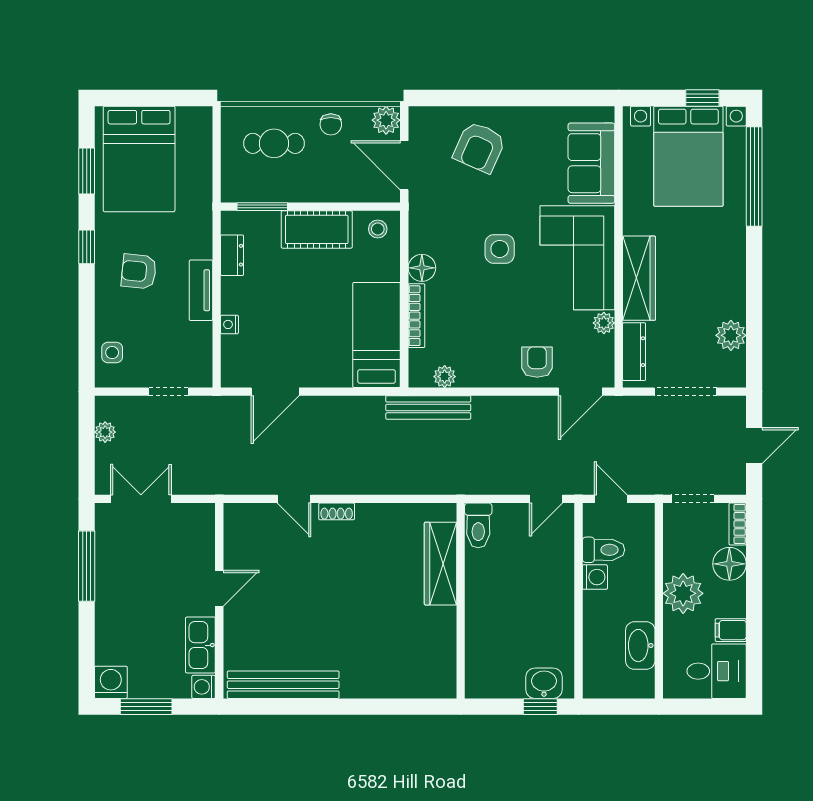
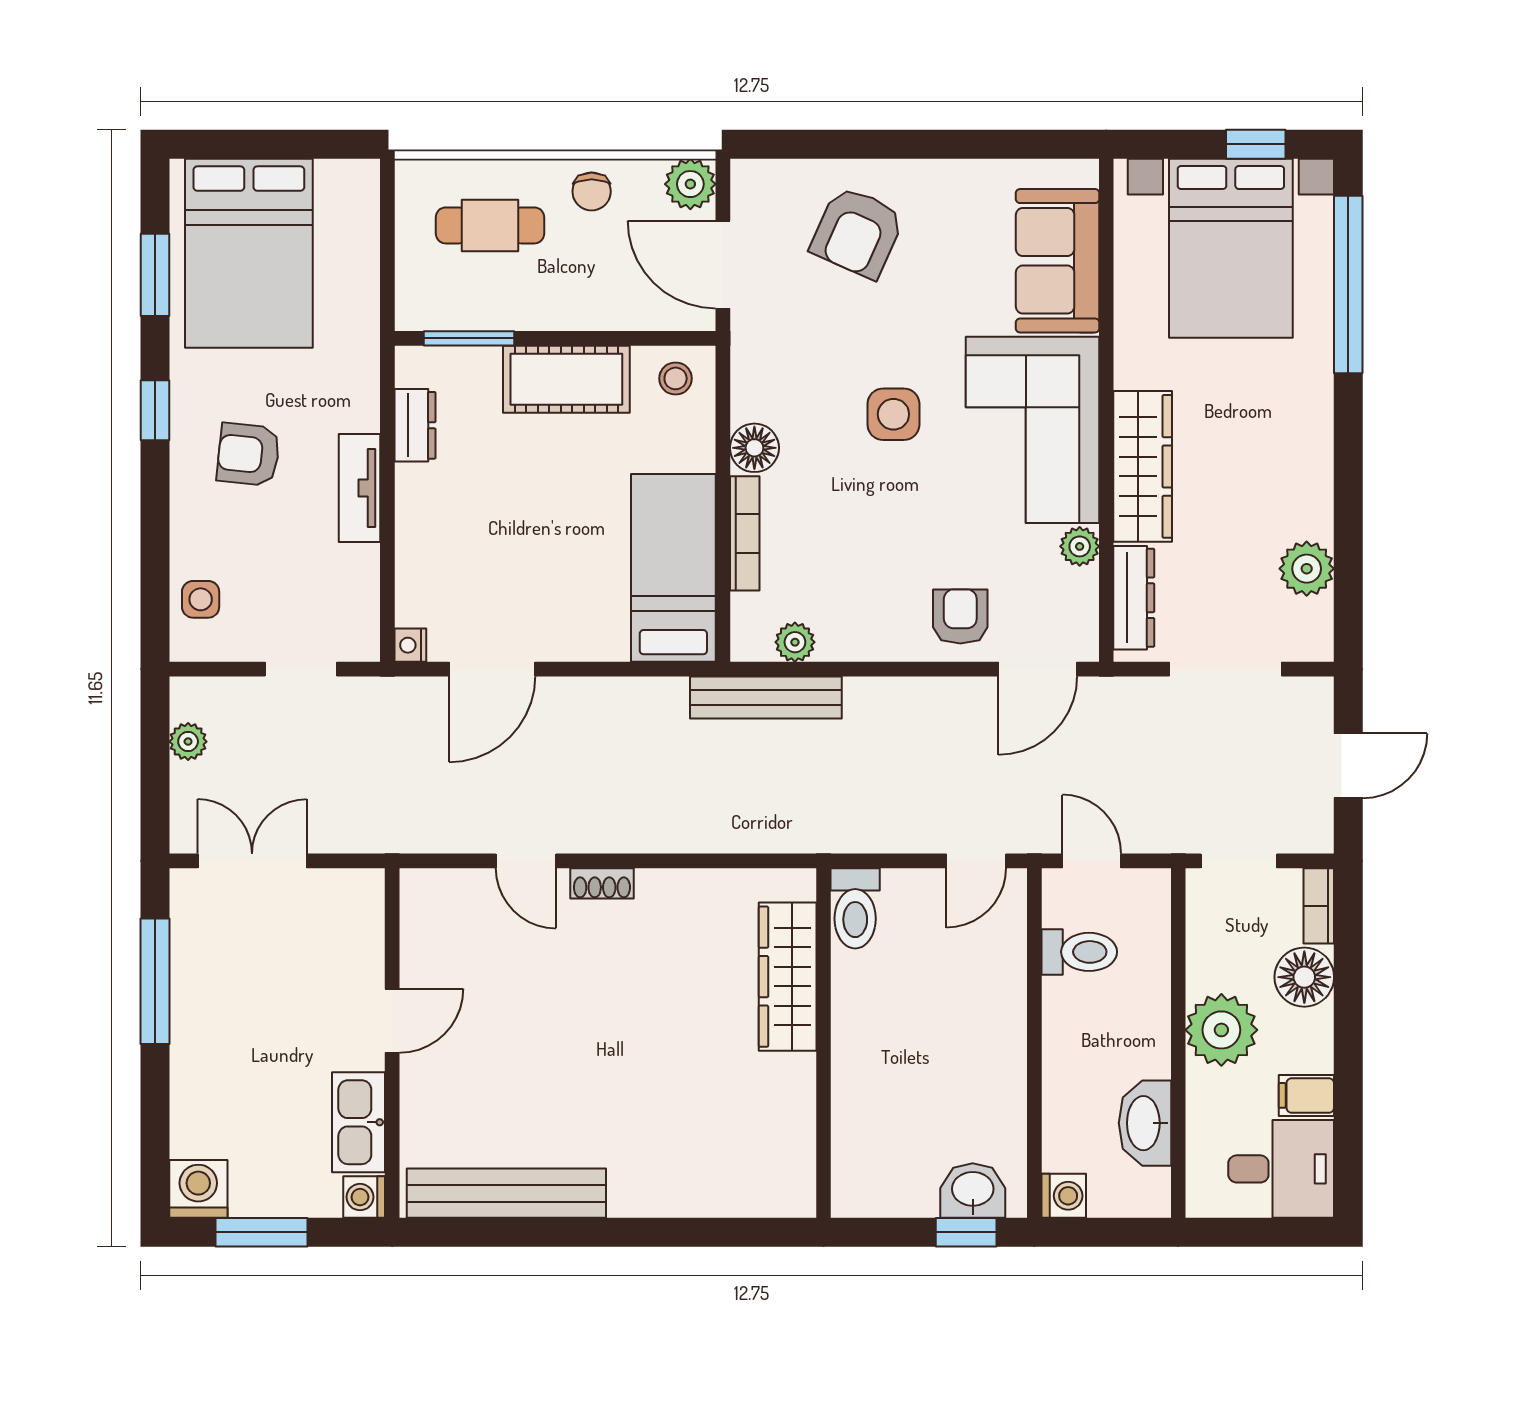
nightstand: (229, 324) -> (410, 645), moved
washing machine: (595, 577) -> (1064, 1196), moved

